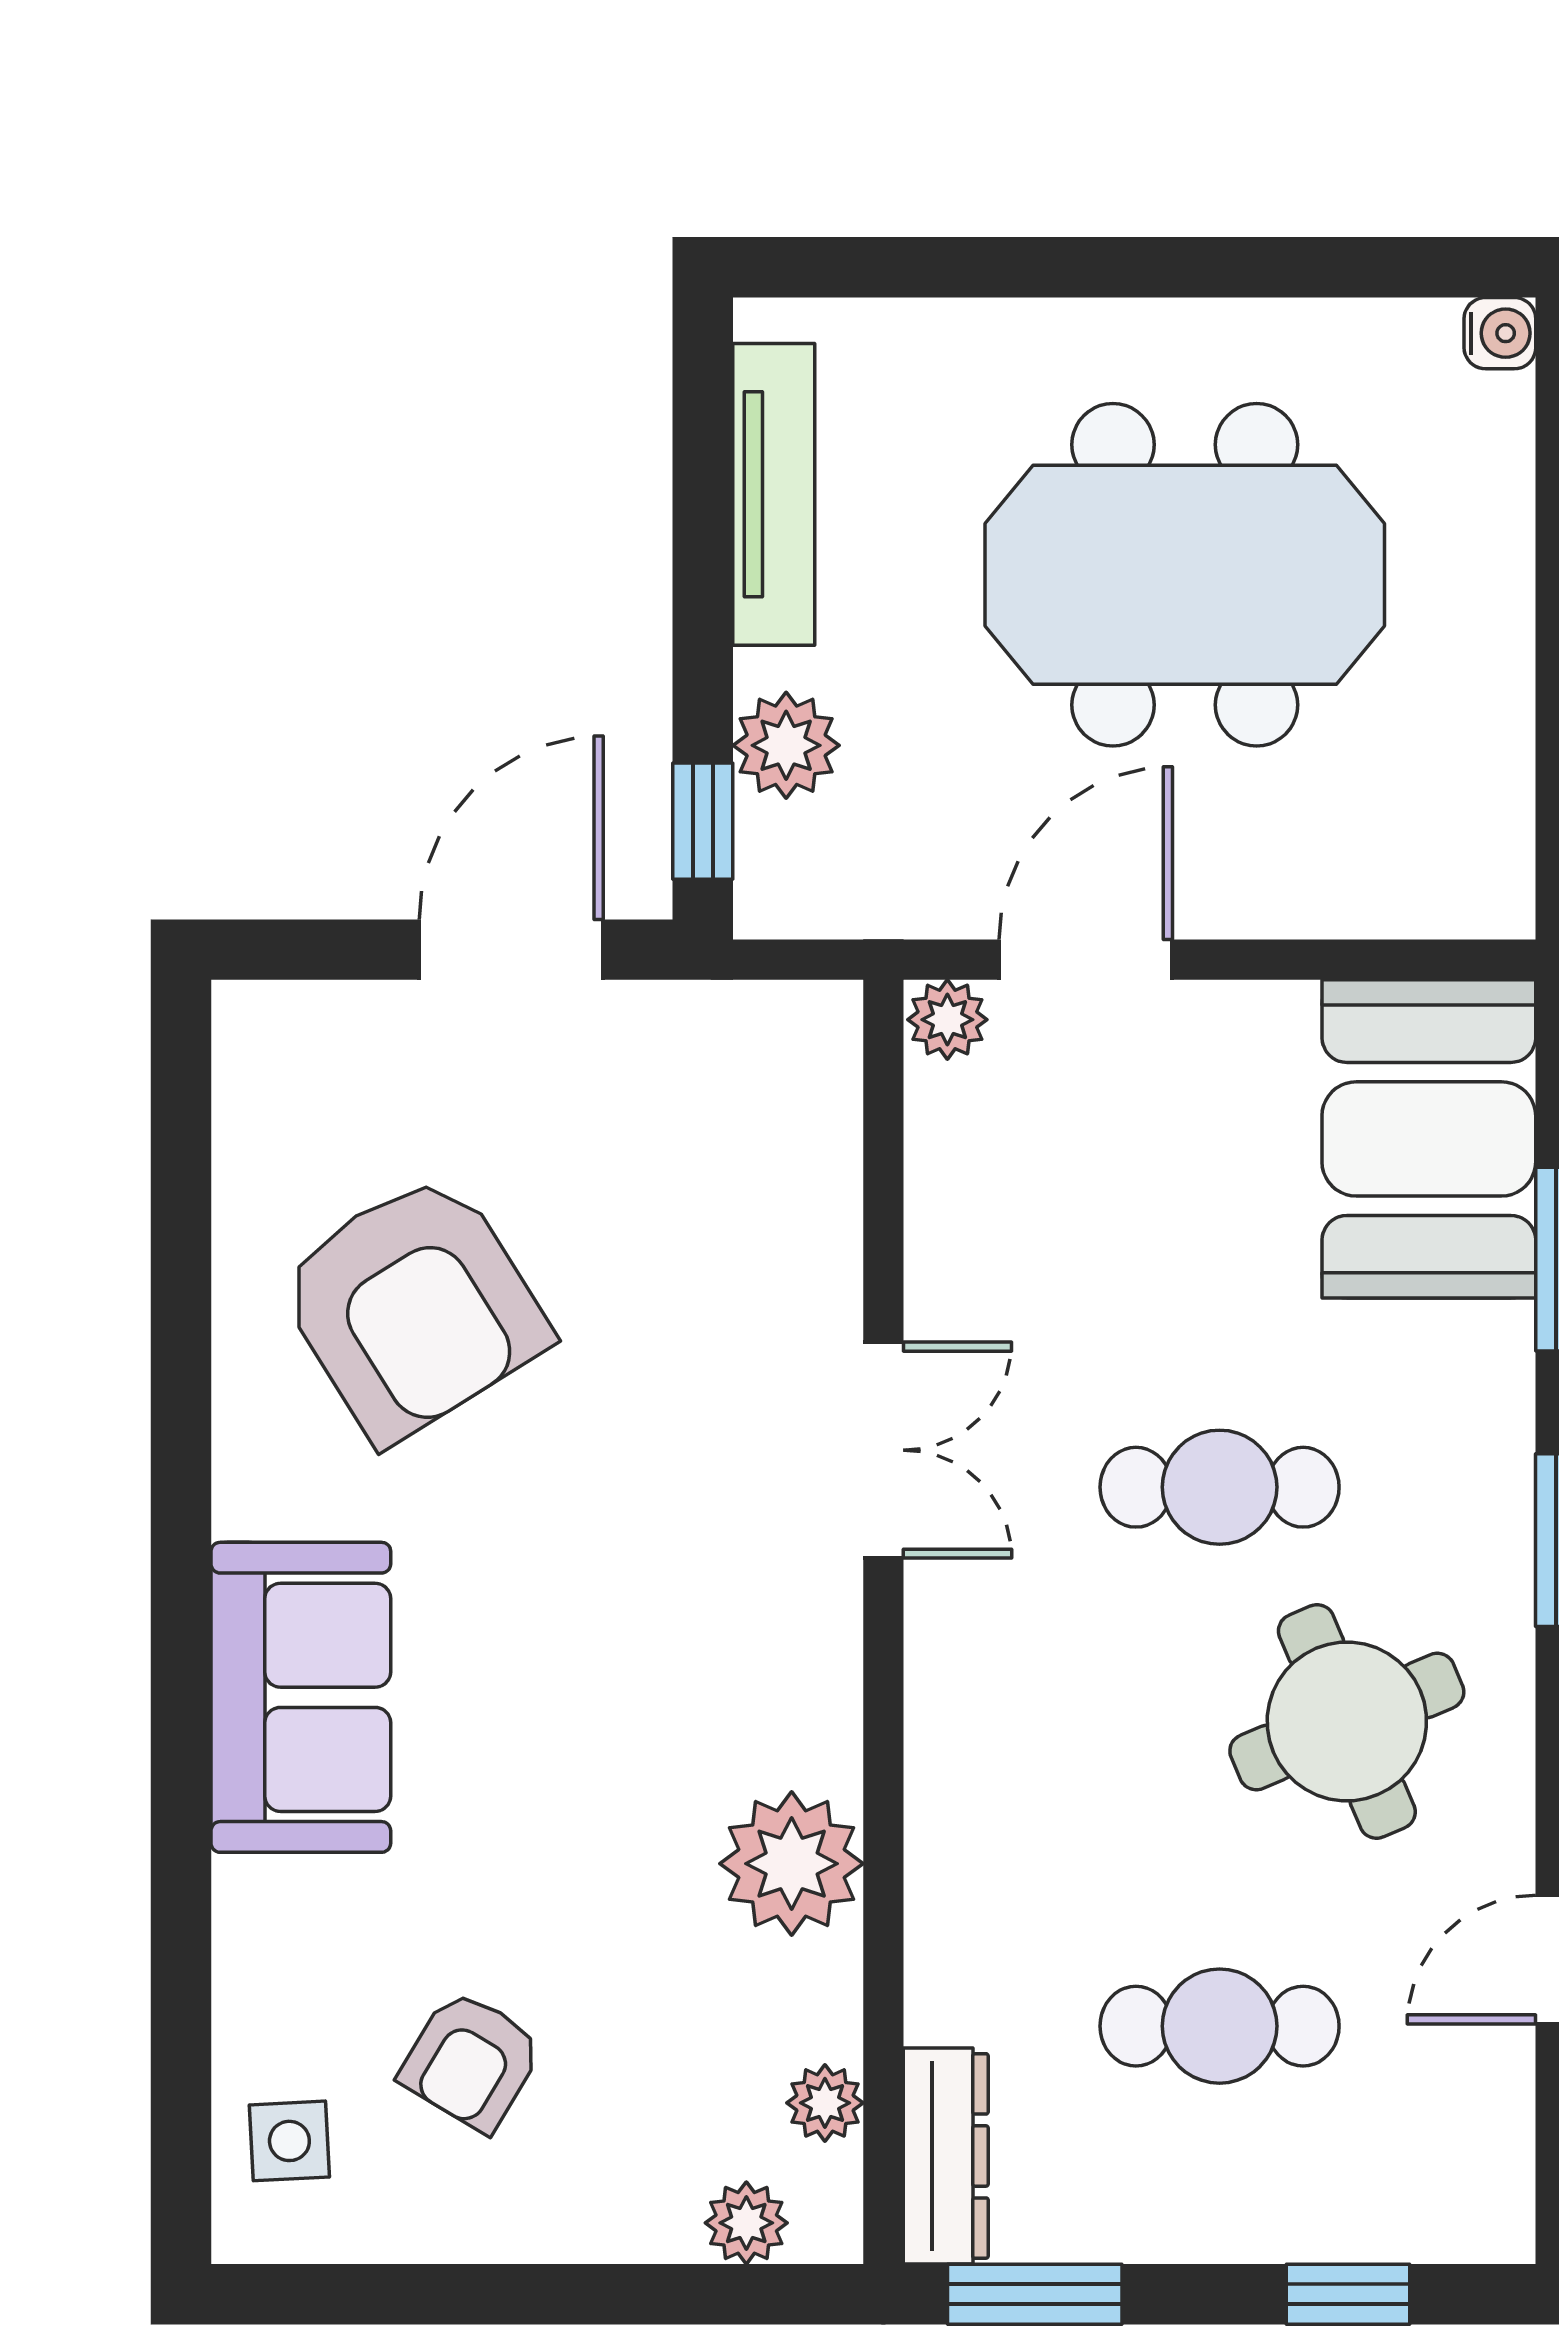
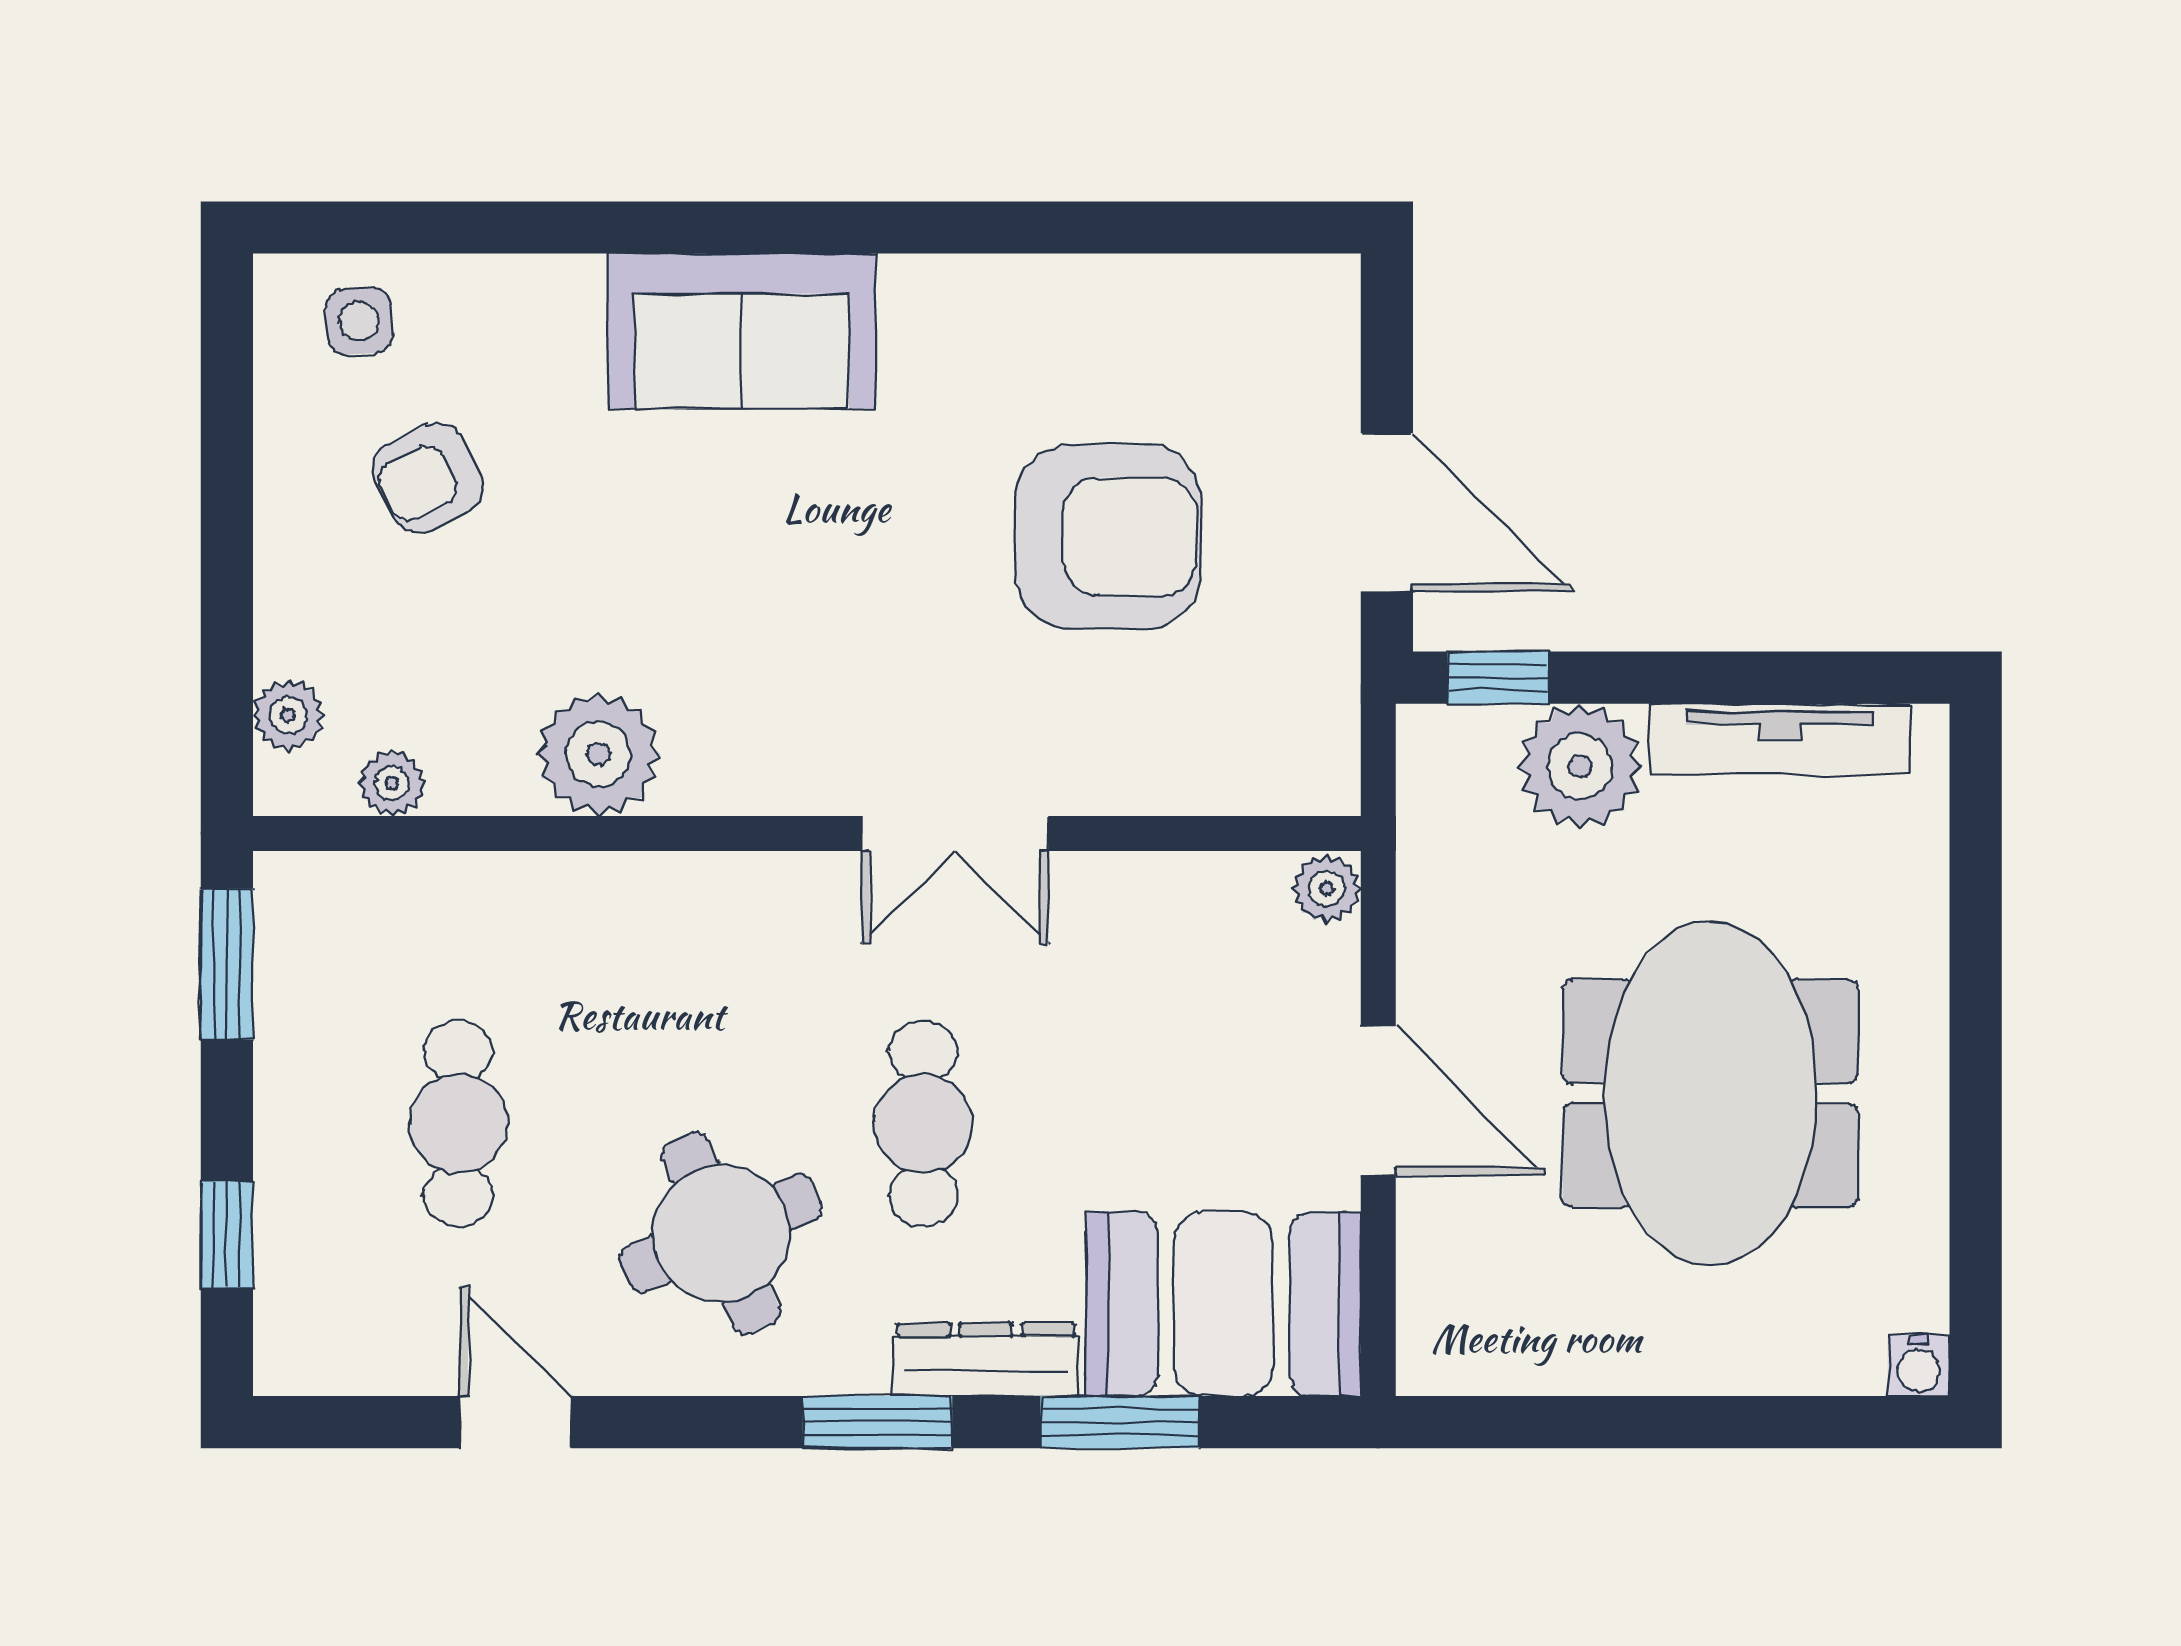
plant: (786, 745) -> (1580, 766), width x1.36, depth x1.36
door: (1086, 960) -> (1378, 1101), moved
armchair: (413, 1307) -> (1108, 537), moved, turned -148
armchair: (471, 2061) -> (428, 478), turned -57
dresser: (946, 2156) -> (986, 1360), moved, turned 180

